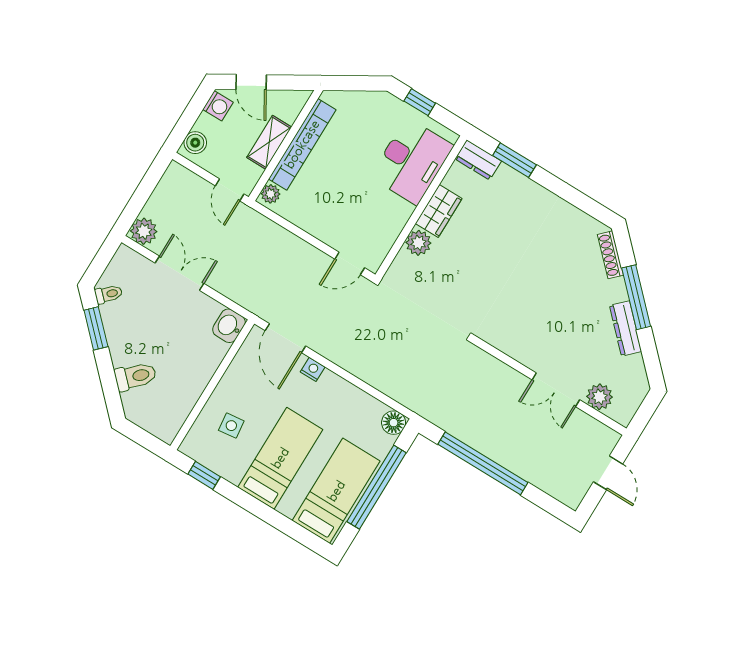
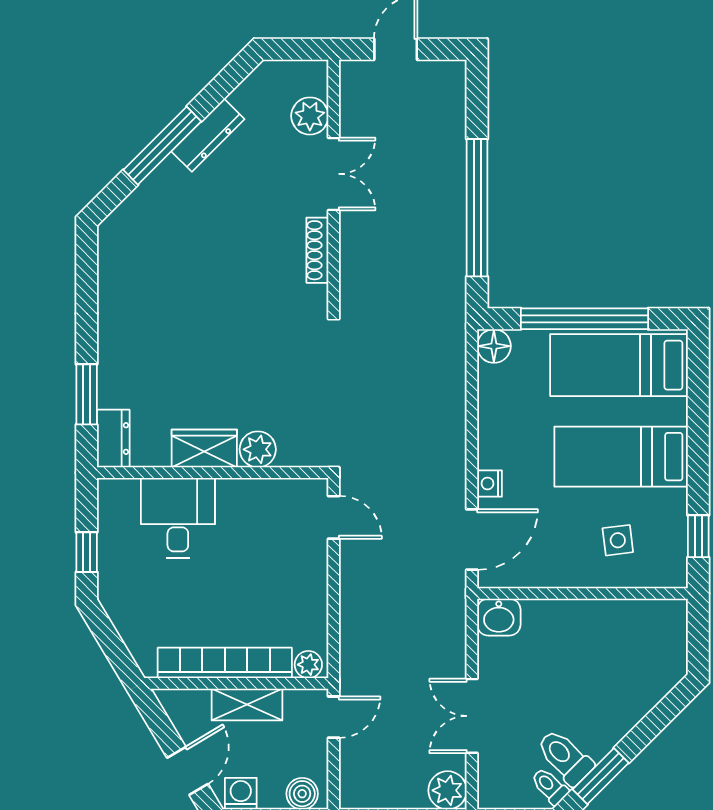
desk: (412, 161) -> (178, 518), width x0.73
shoe rack: (610, 255) -> (317, 250), moved, turned 135
toilet: (135, 376) -> (565, 757), moved

